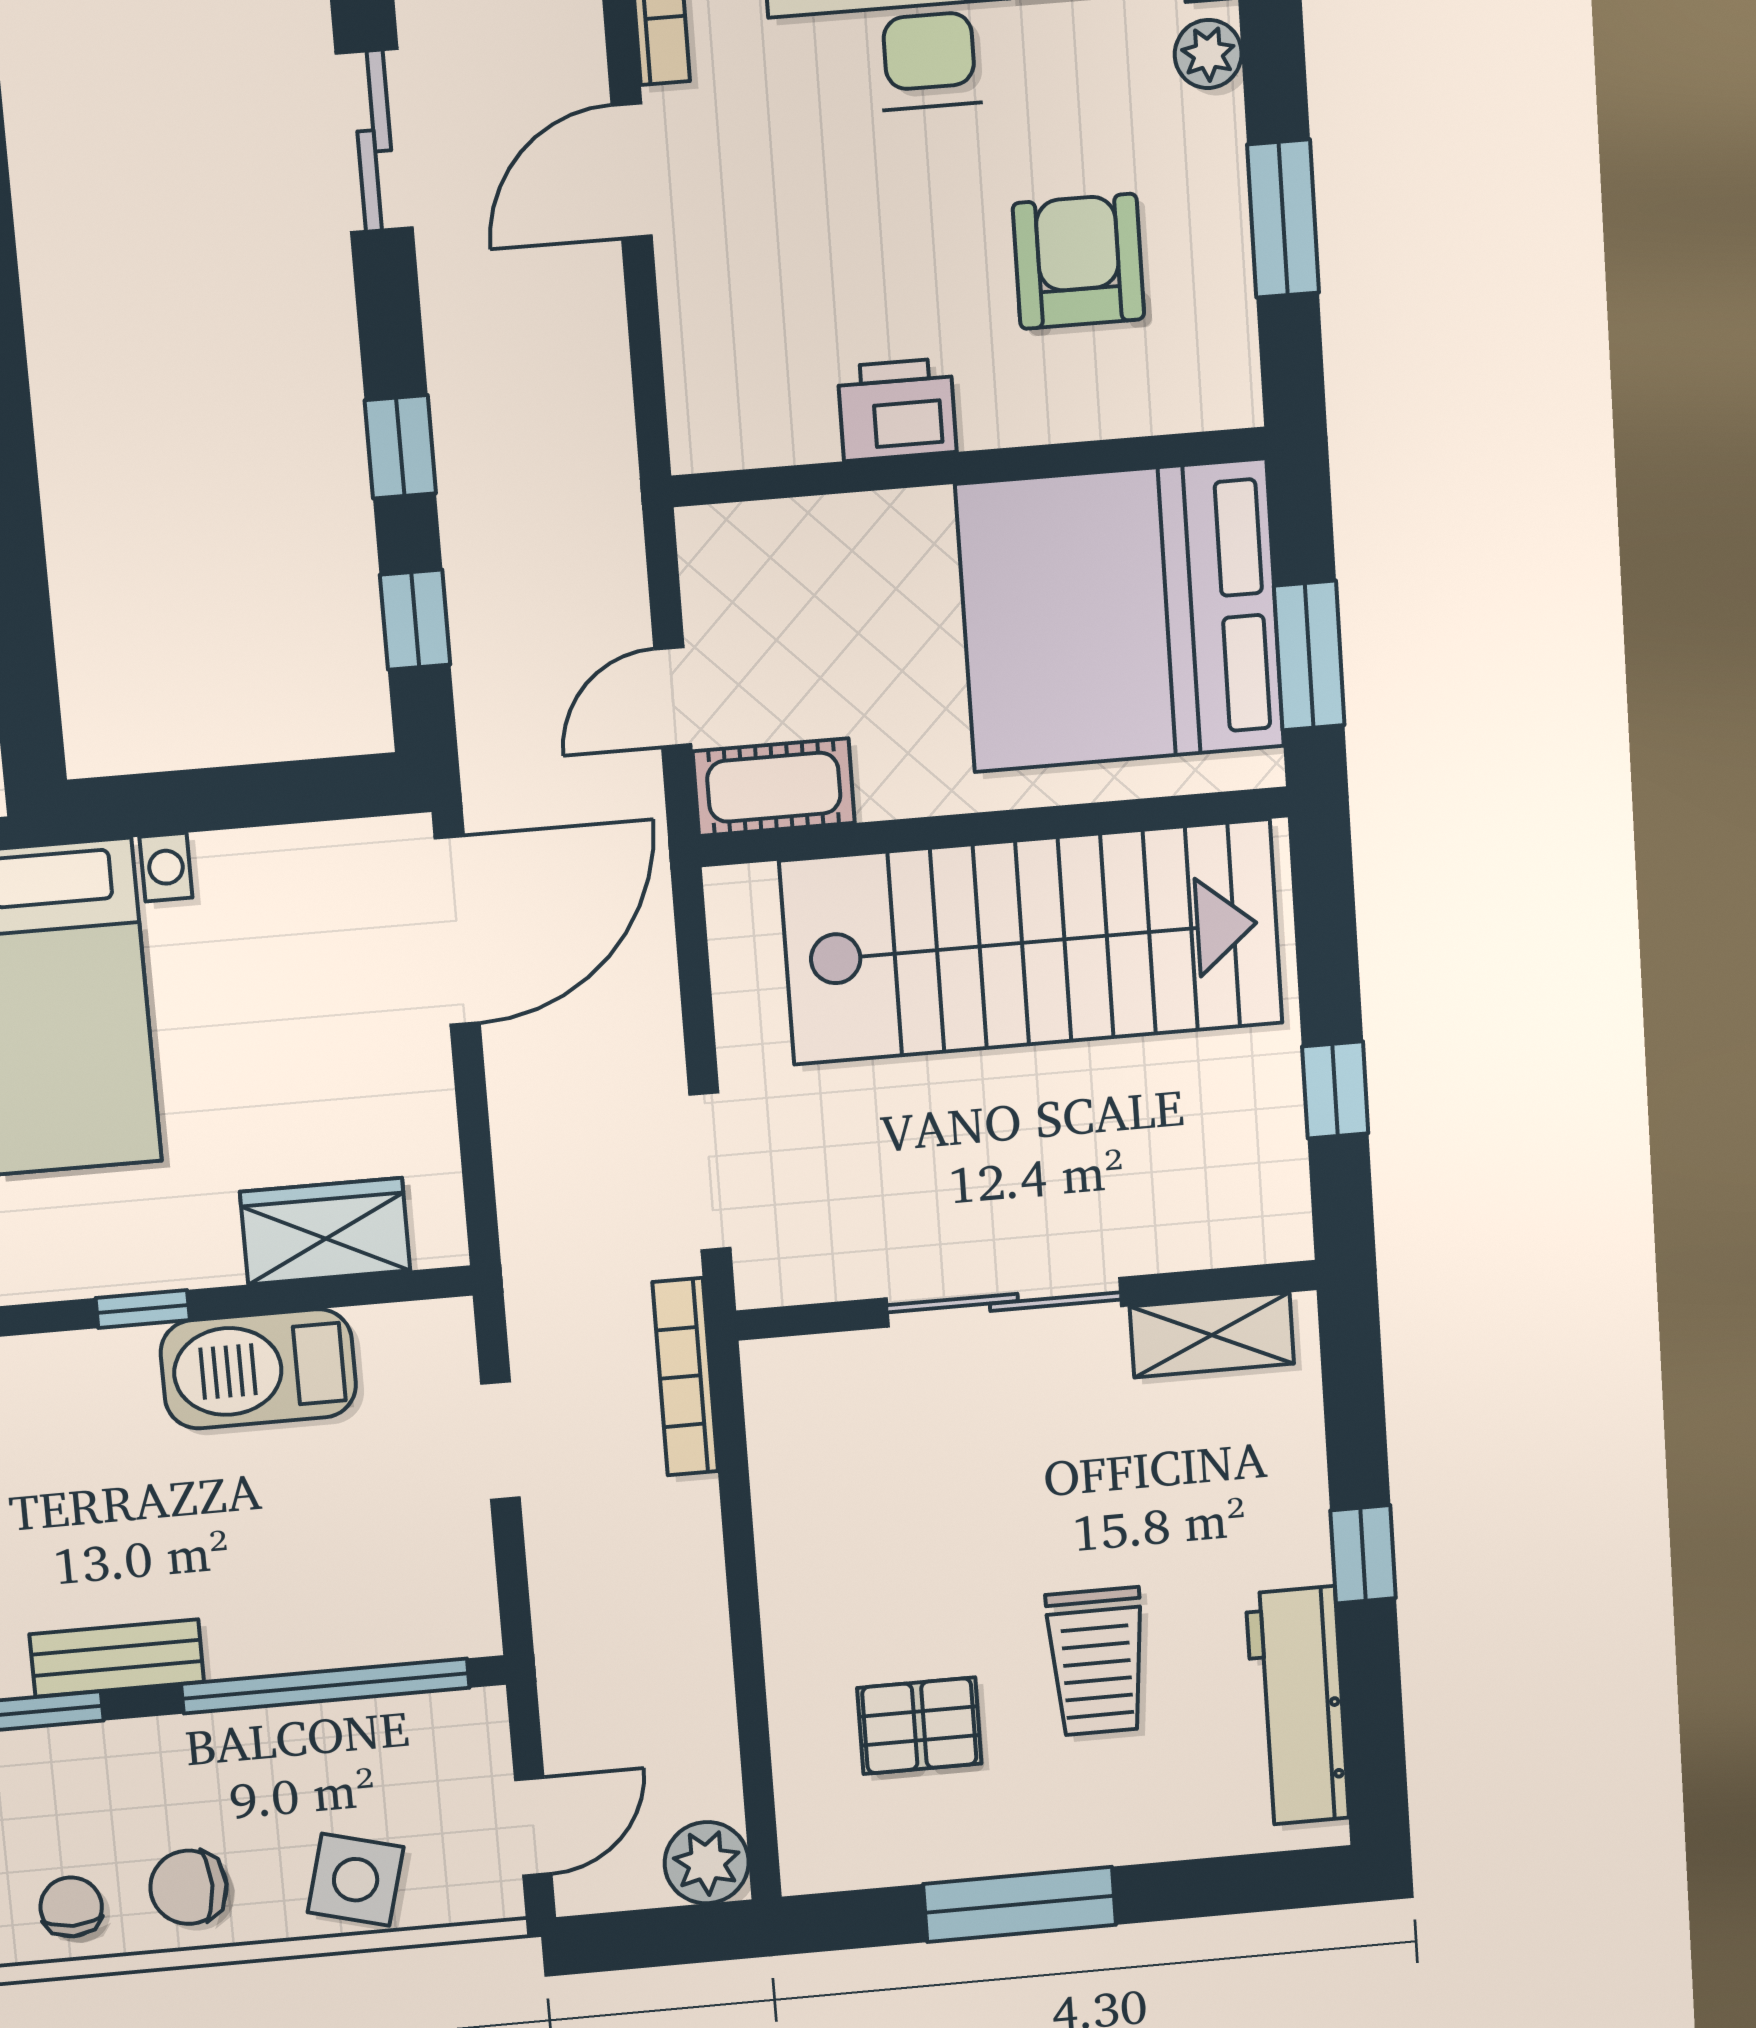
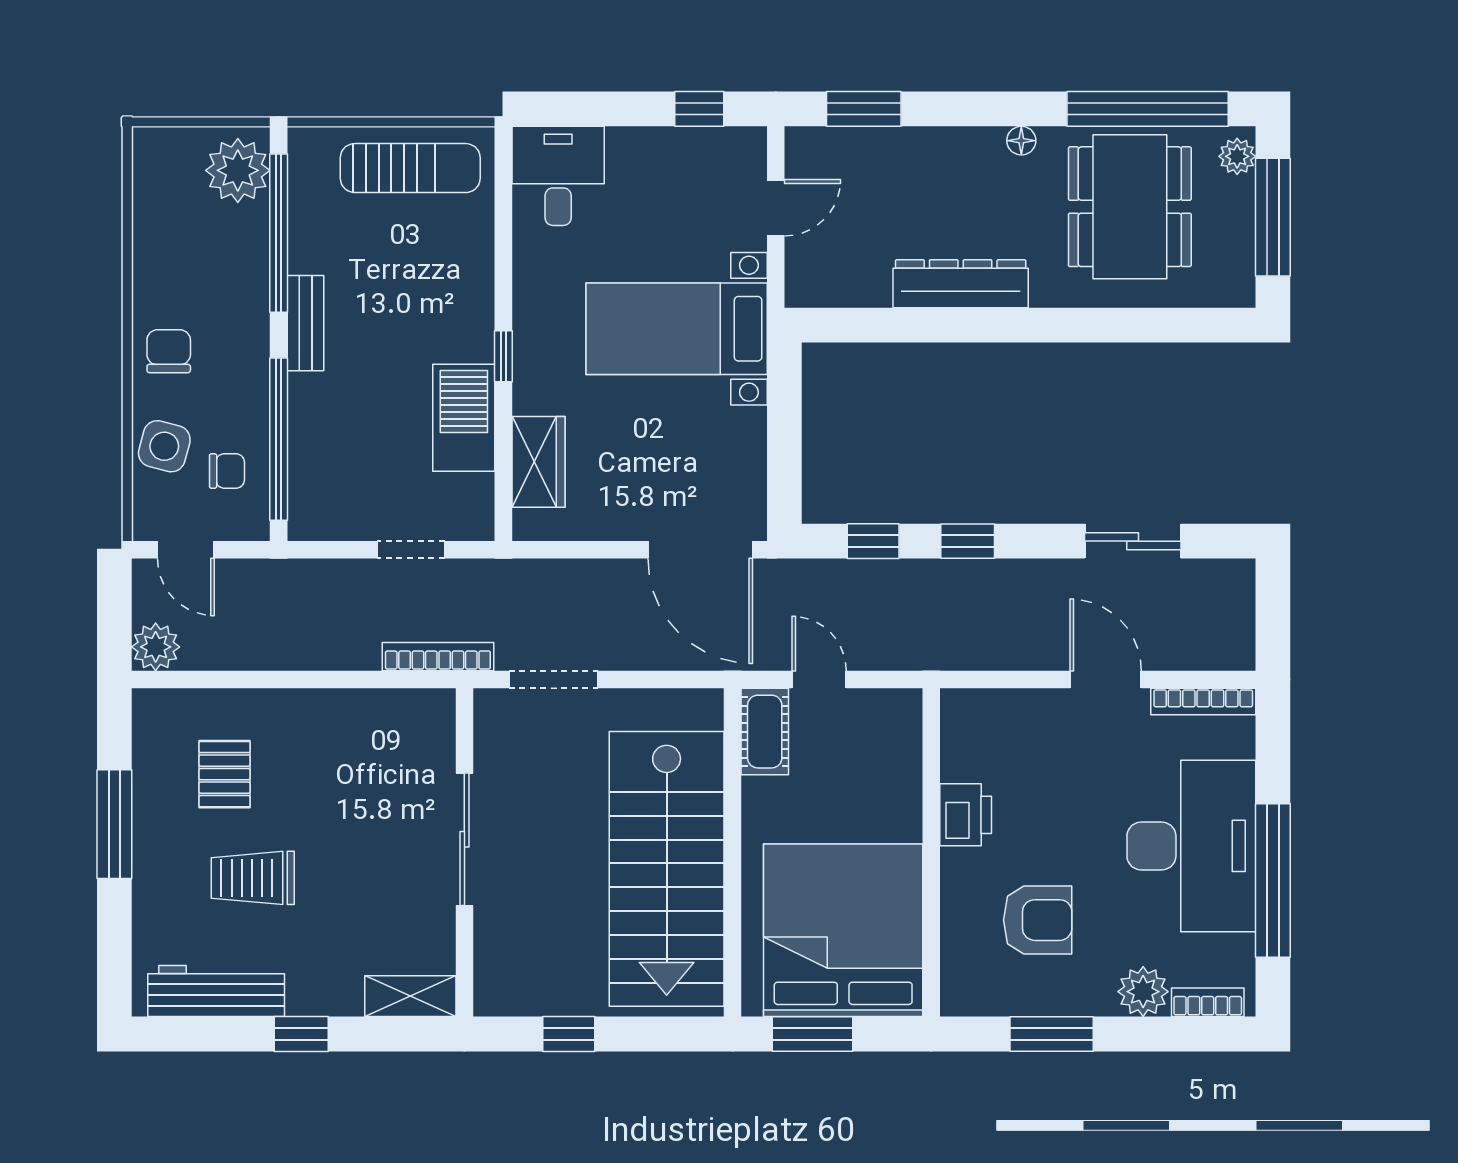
plant: (1208, 54) -> (1143, 992), width x1.38, depth x1.38
shelving: (1212, 1335) -> (410, 996), moved, turned 90
chair: (71, 1907) -> (227, 471), moved

